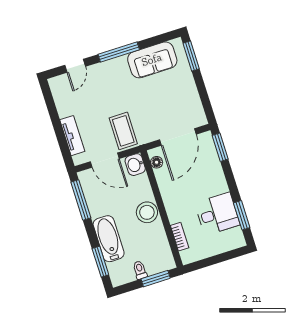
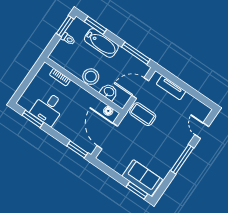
sofa: (152, 60) -> (142, 178), moved, turned 90
washbasin: (135, 165) -> (109, 92), moved
window: (156, 279) -> (65, 26), moved

